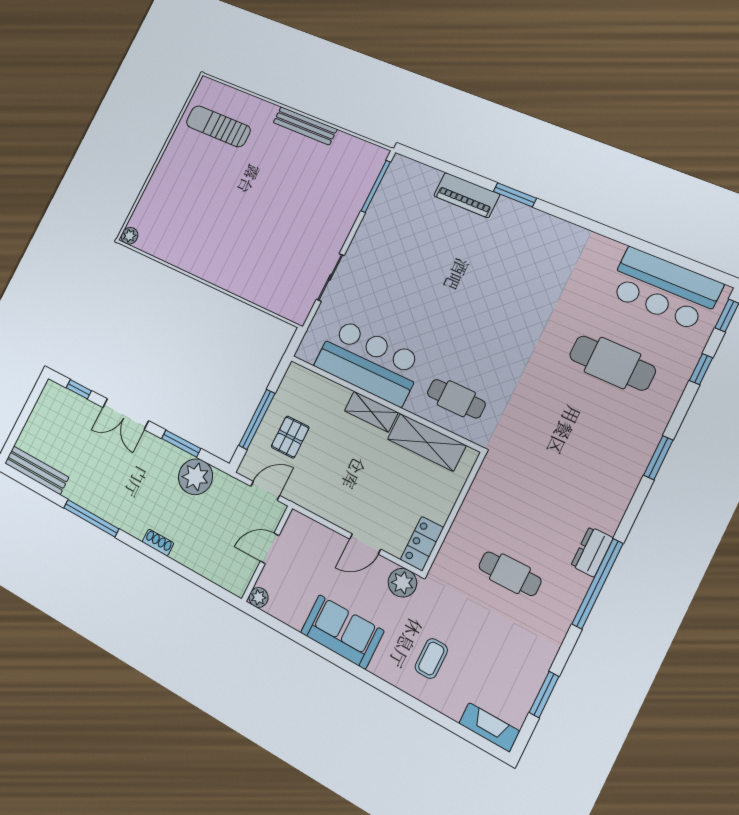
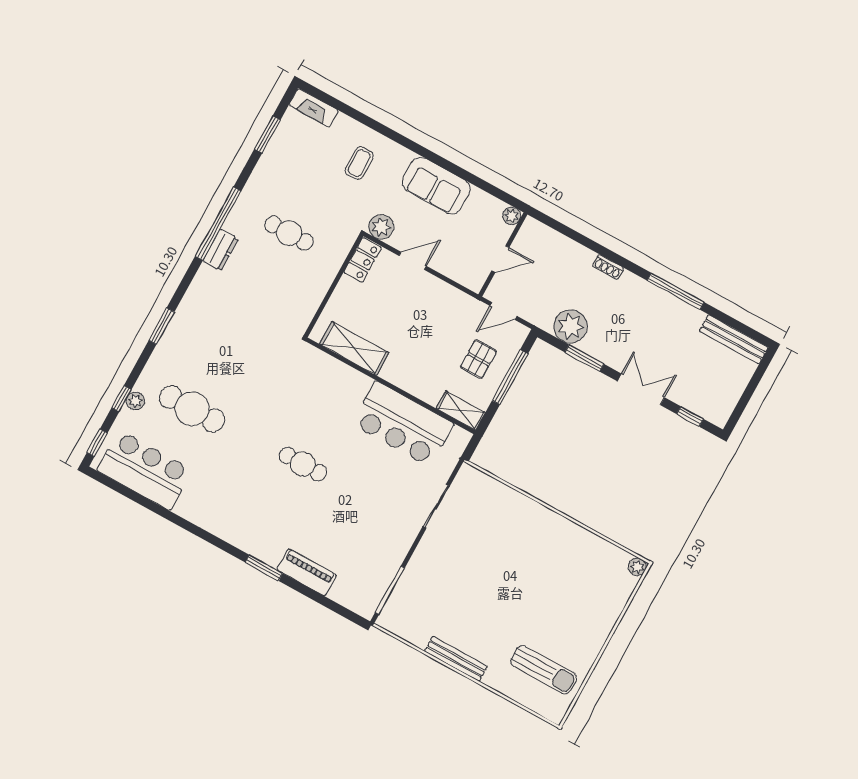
plant: (683, 367) -> (135, 401), added
cafe table: (456, 399) -> (303, 464), moved
shelving: (371, 412) -> (461, 410), moved

